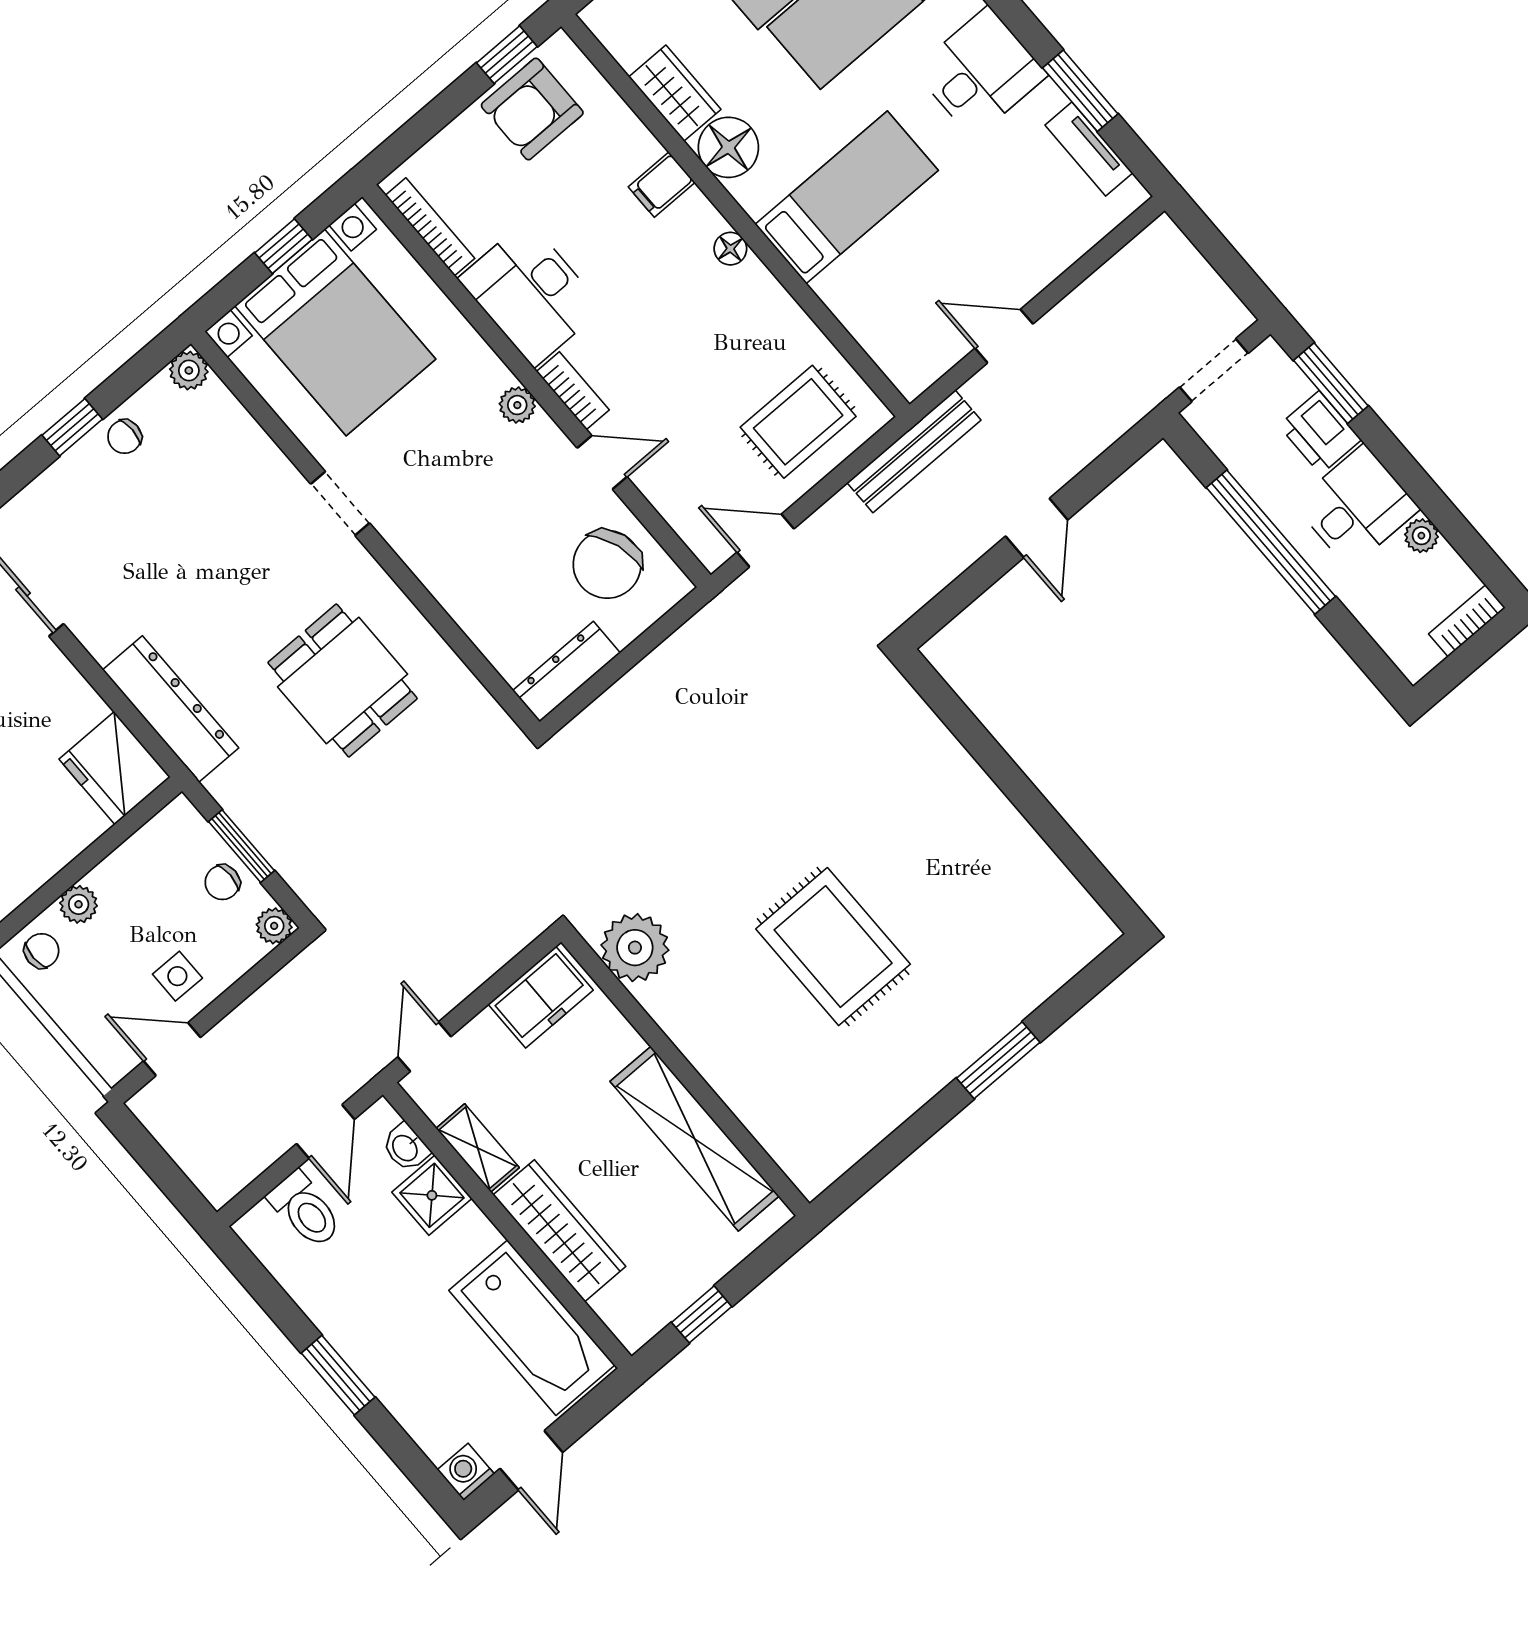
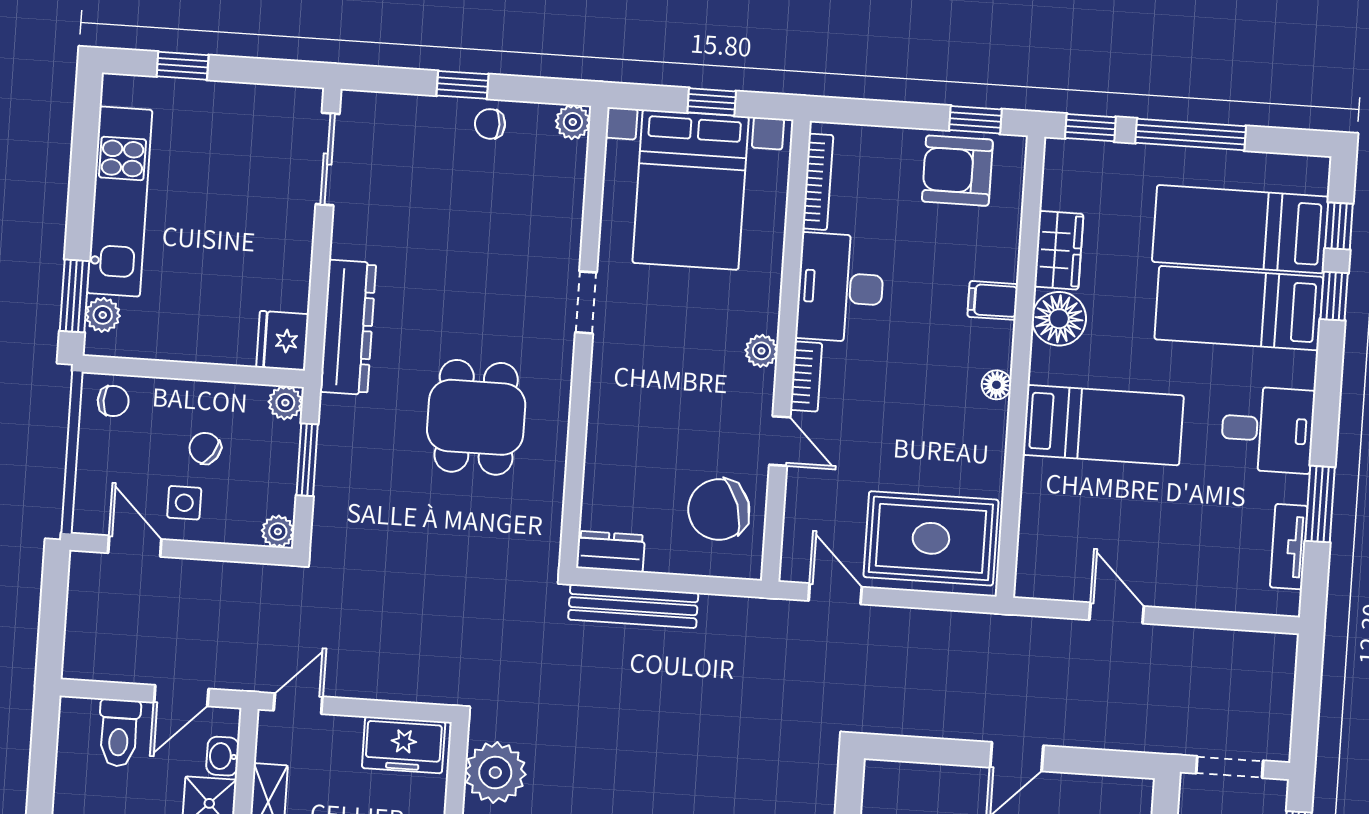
rug: (798, 422) -> (931, 538), width x1.36, depth x1.43
bench: (914, 451) -> (633, 606), moved
dresser: (566, 672) -> (611, 552), width x0.70
fridge: (115, 768) -> (283, 341), width x0.73, depth x0.75
chair: (222, 882) -> (205, 448), moved, turned 34
plant: (79, 904) -> (285, 403), moved

